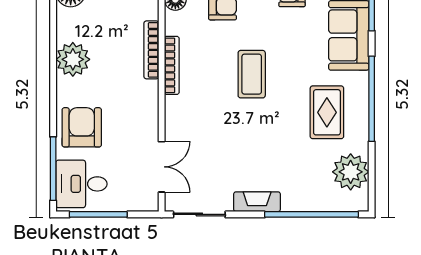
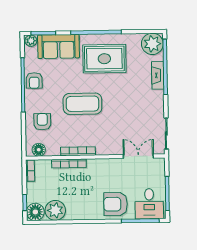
plant: (73, 59) -> (55, 210), moved
coffee table: (252, 74) -> (82, 104), width x1.36, depth x1.32
rug: (327, 112) -> (104, 59), width x1.36, depth x1.43
plant: (351, 172) -> (152, 44), moved
fireplace: (257, 202) -> (158, 75), moved

